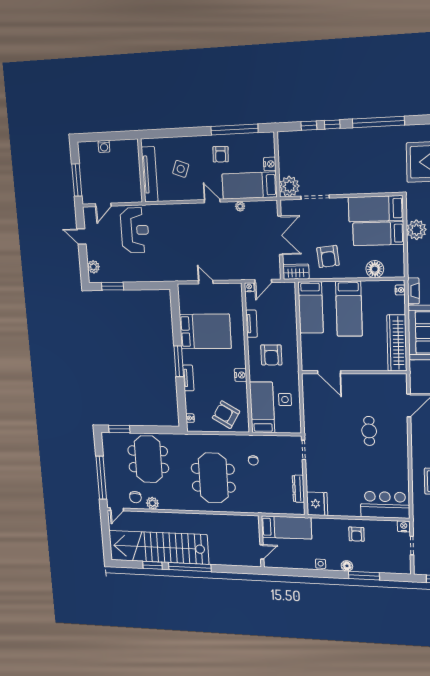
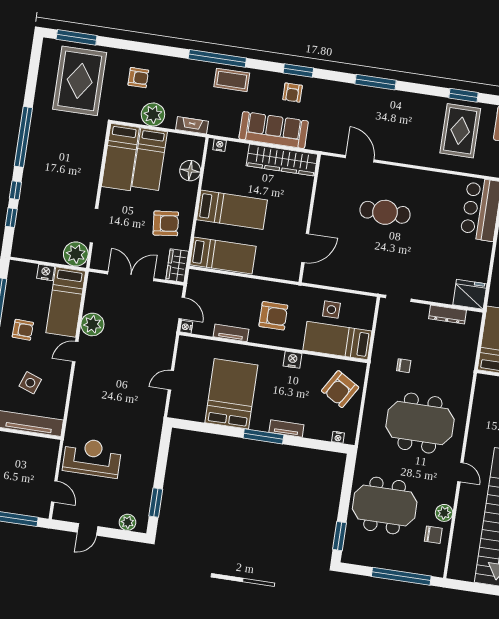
plant: (240, 206) -> (92, 324), width x1.87, depth x1.87
fireplace: (413, 291) -> (192, 125), moved
cafe table: (369, 431) -> (385, 212), width x1.37, depth x1.35
door: (117, 509) -> (460, 472), moved

